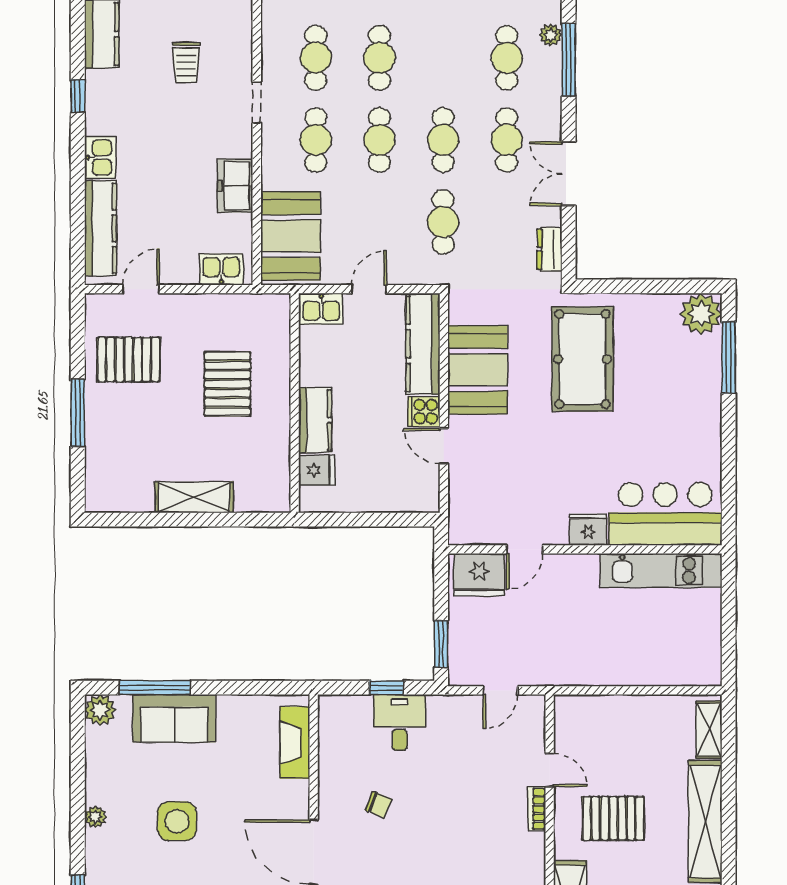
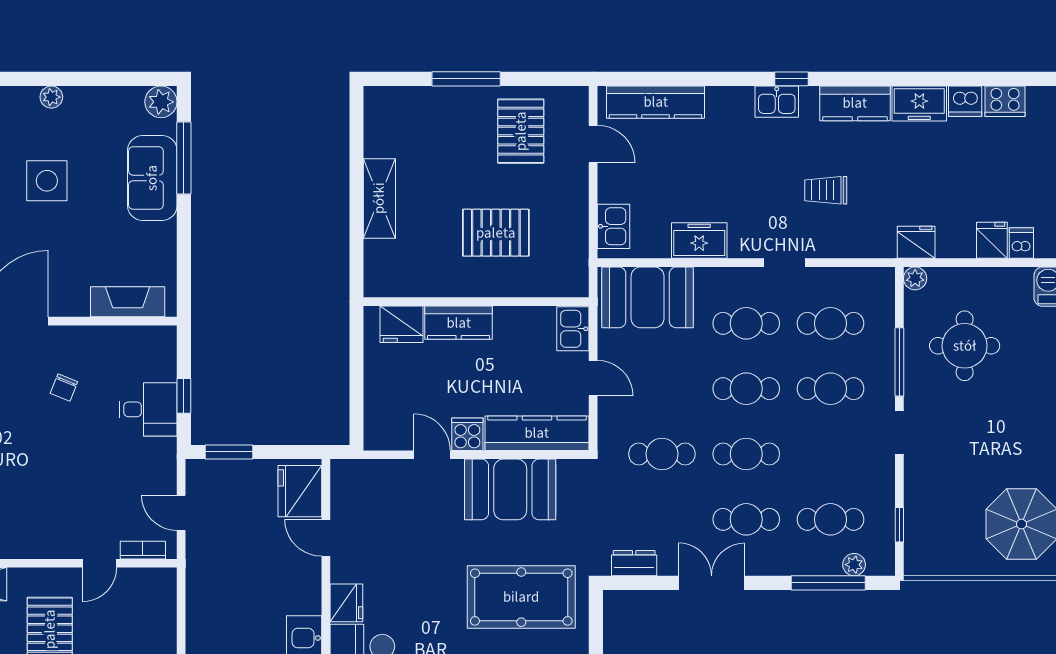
kitchen sink: (100, 157) -> (777, 102), moved
door: (444, 446) -> (432, 455), hinge flipped
fridge: (317, 470) -> (401, 324), width x1.38
bookcase: (537, 809) -> (143, 550), moved

